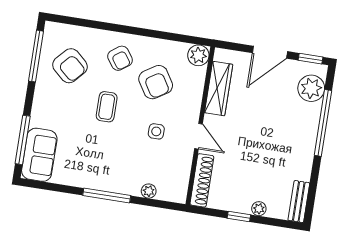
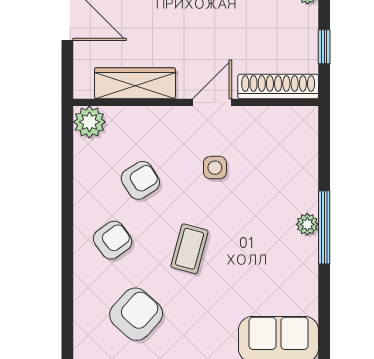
armchair: (156, 82) -> (140, 180), width x0.72, depth x0.72
coffee table: (107, 107) -> (189, 249), turned -75
plant: (149, 191) -> (307, 224), moved
window: (239, 216) -> (324, 47), moved

